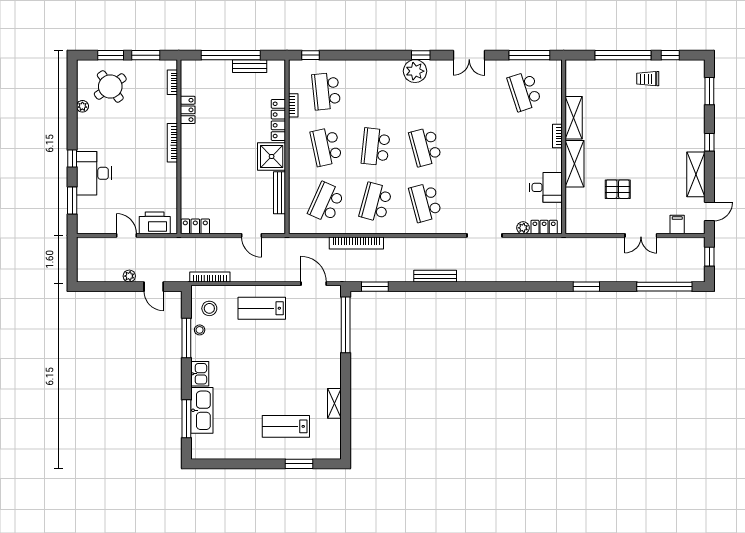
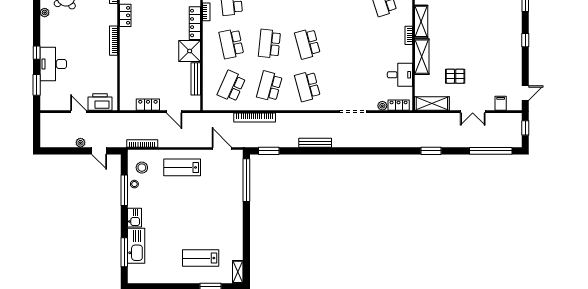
shelving: (696, 174) -> (432, 104), moved, turned 90
locker: (195, 226) -> (148, 105), moved
shelving: (334, 403) -> (238, 272), moved

